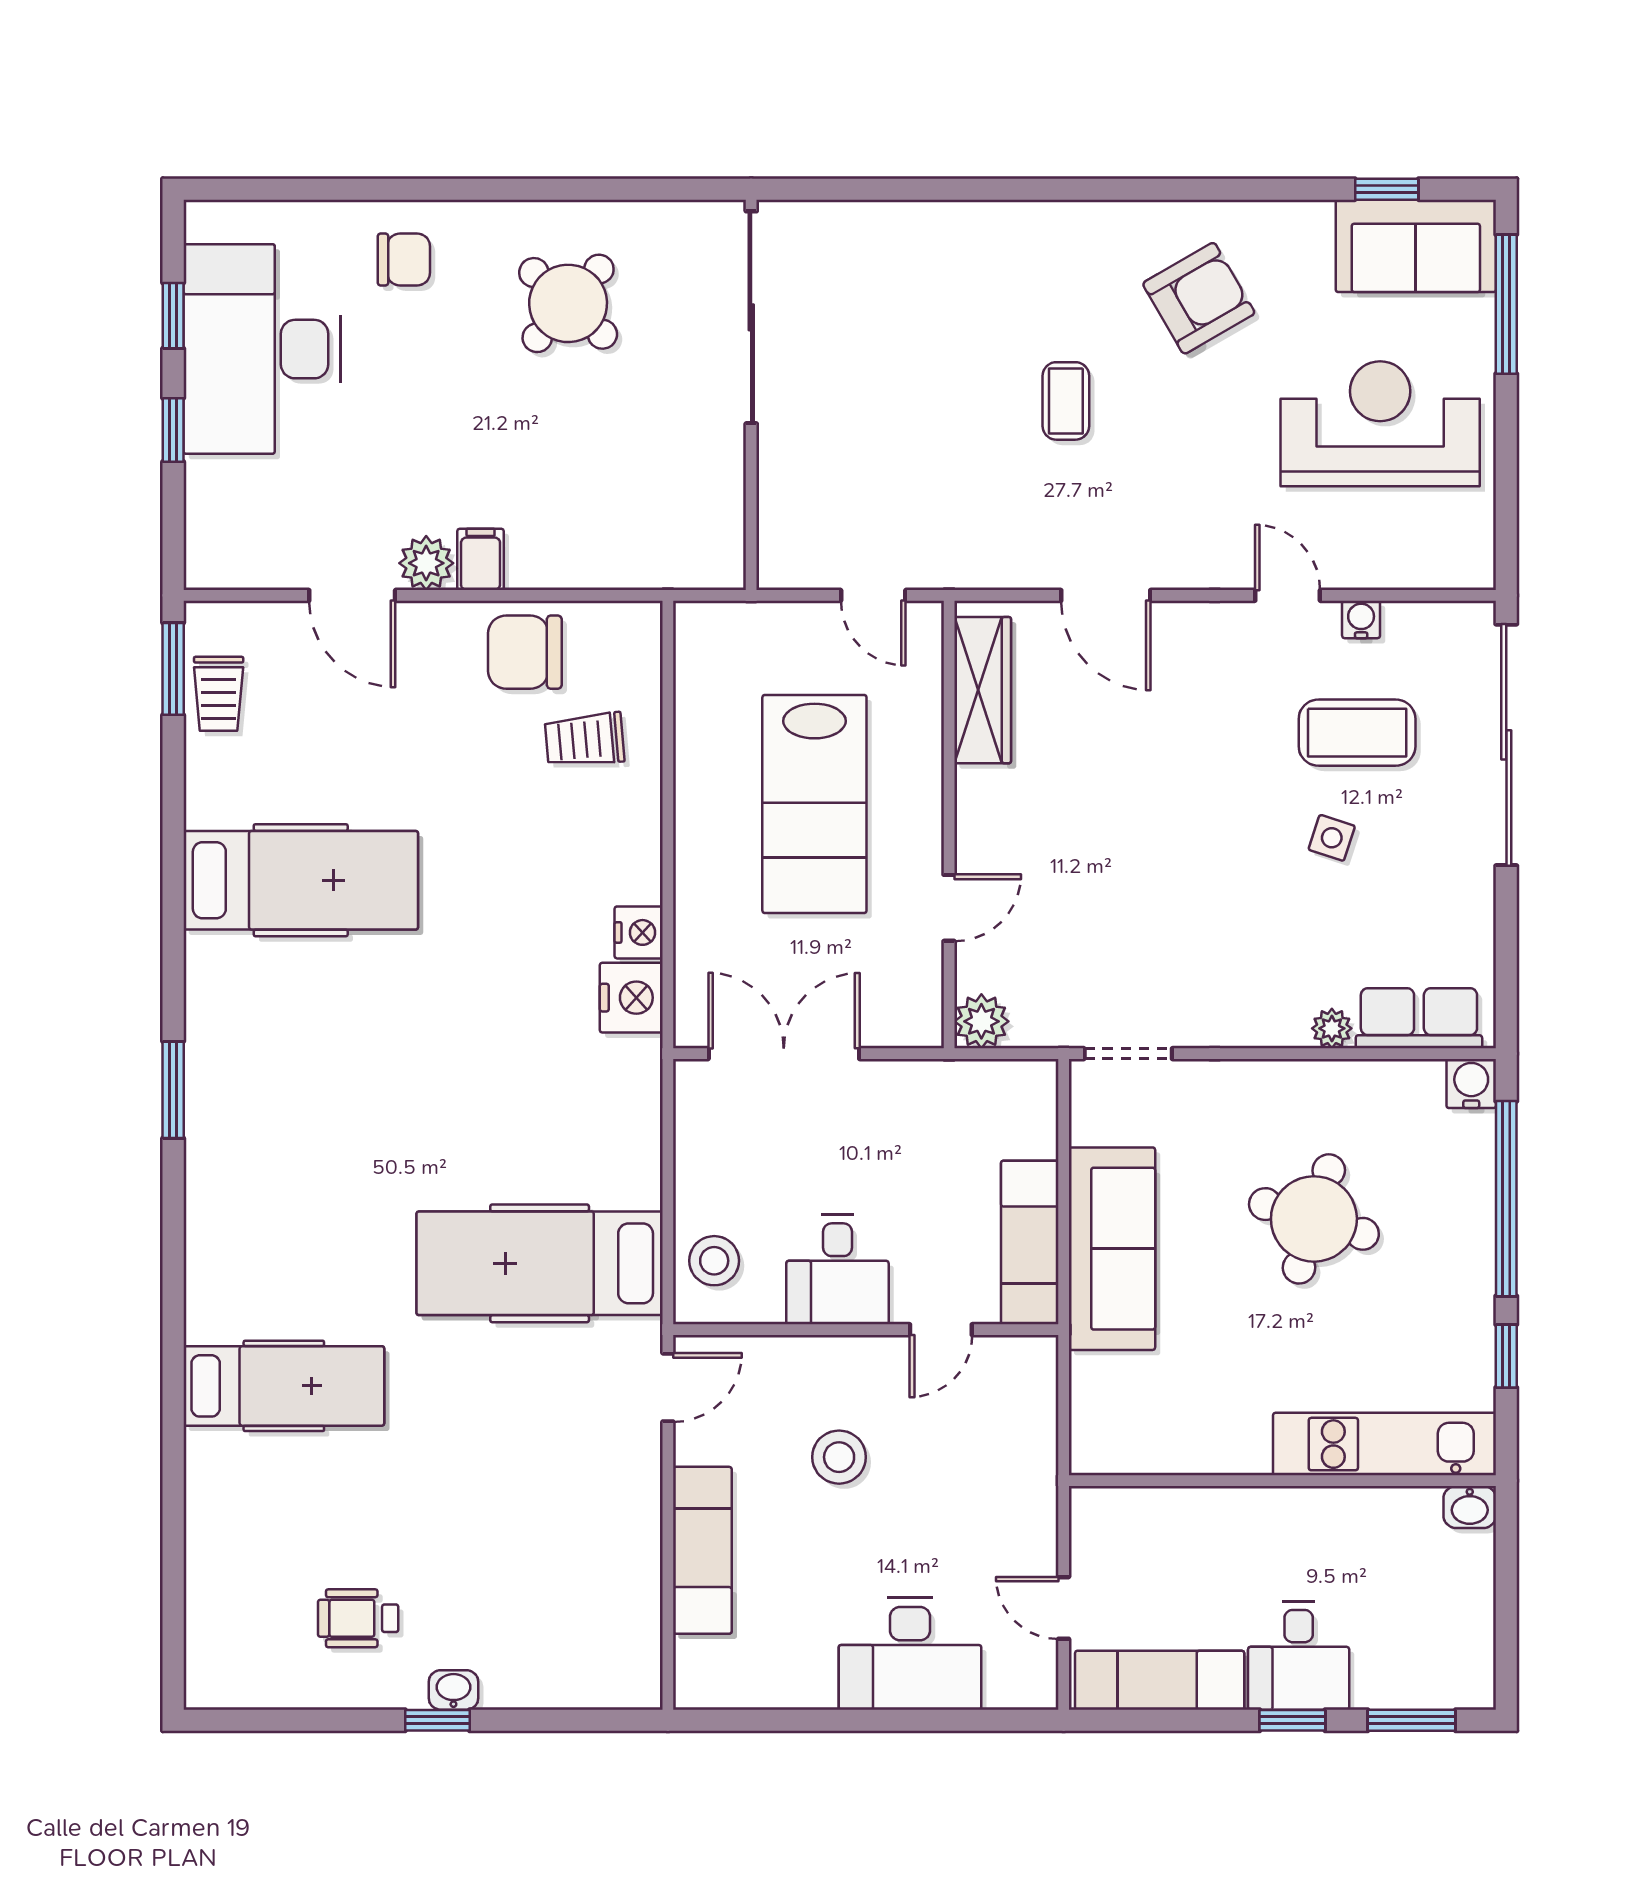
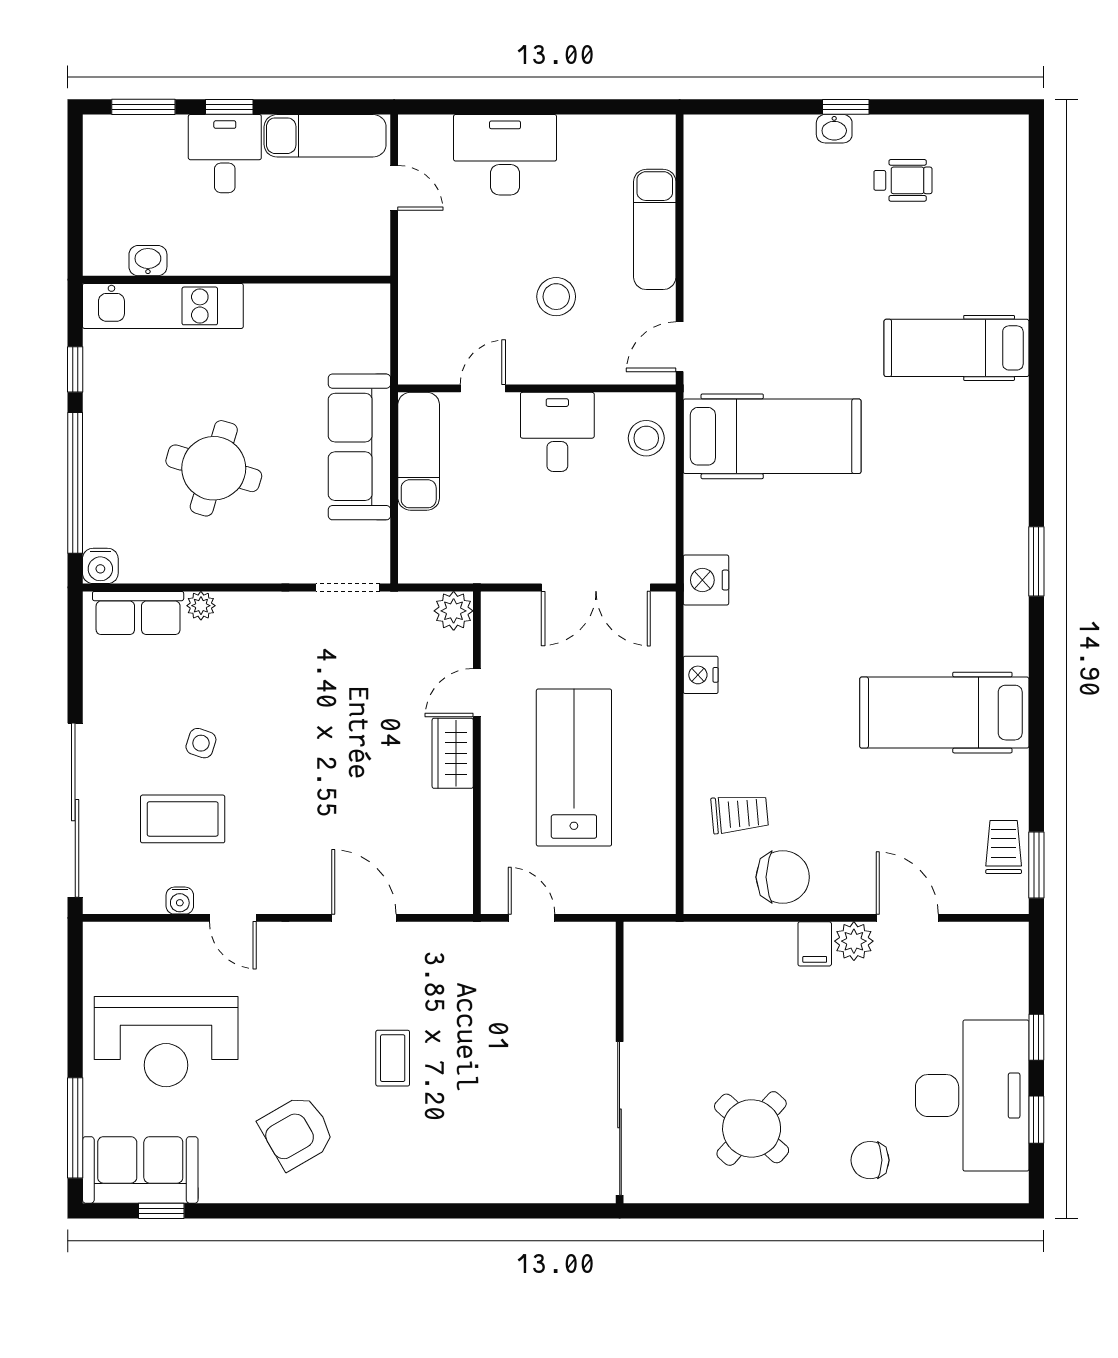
wardrobe: (983, 690) -> (453, 753), moved, width x0.67
nightstand: (631, 998) -> (706, 580), moved
washbasin: (1470, 1507) -> (148, 261), moved

